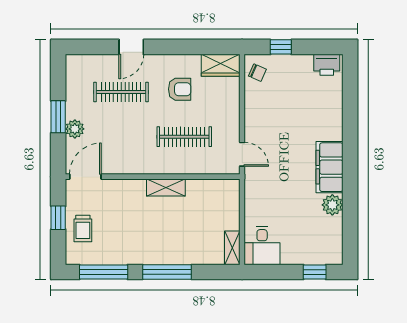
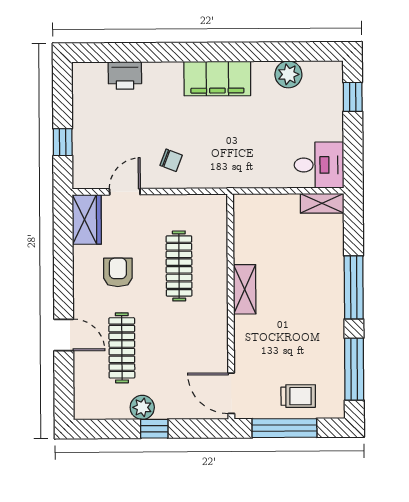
printer: (327, 65) -> (125, 75), moved, turned 90
chair: (257, 73) -> (171, 160), moved, turned 87
window: (58, 117) -> (154, 429), width x0.67
plant: (75, 129) -> (142, 407), moved
door: (242, 154) -> (125, 192), moved
plant: (332, 205) -> (288, 74), moved
window: (58, 218) -> (284, 428), width x2.17

